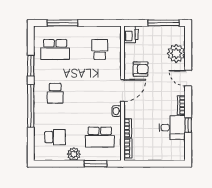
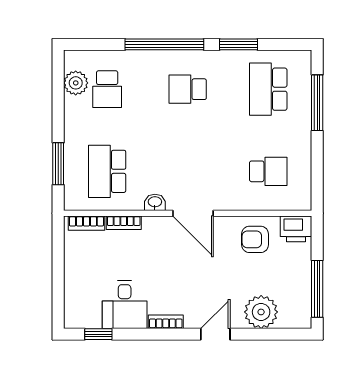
armchair: (141, 69) -> (255, 239), moved, turned 90
window: (188, 125) -> (98, 334), moved
plant: (74, 154) -> (76, 83), moved

